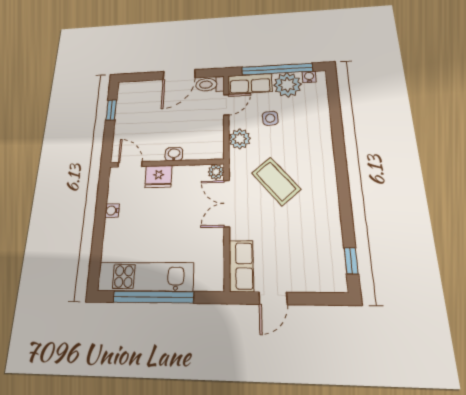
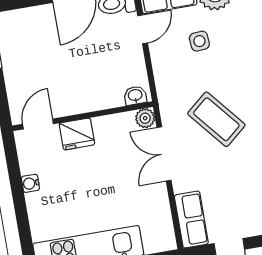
plant: (240, 139) -> (167, 73), removed
washbasin: (174, 154) -> (135, 96), moved
door: (130, 164) -> (38, 124), hinge flipped

